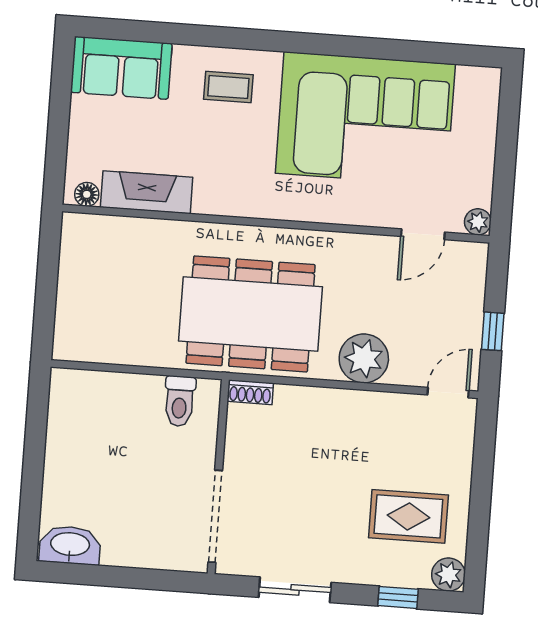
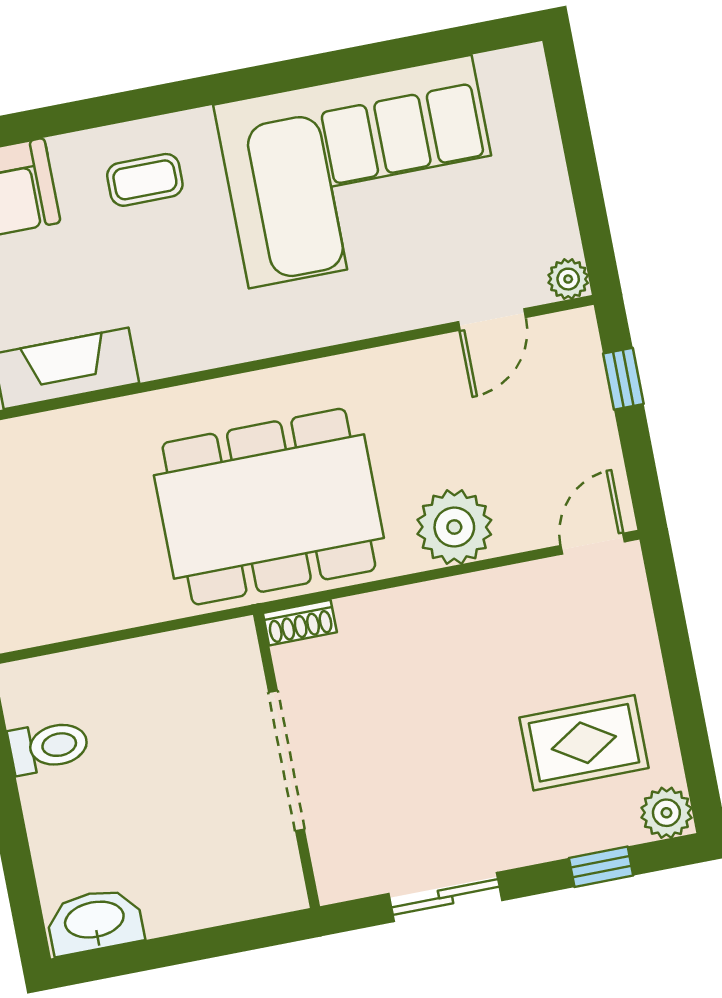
window: (493, 331) -> (623, 379), moved
toilet: (180, 401) -> (49, 747), moved, turned -90
doorway: (215, 516) -> (287, 761), moved

